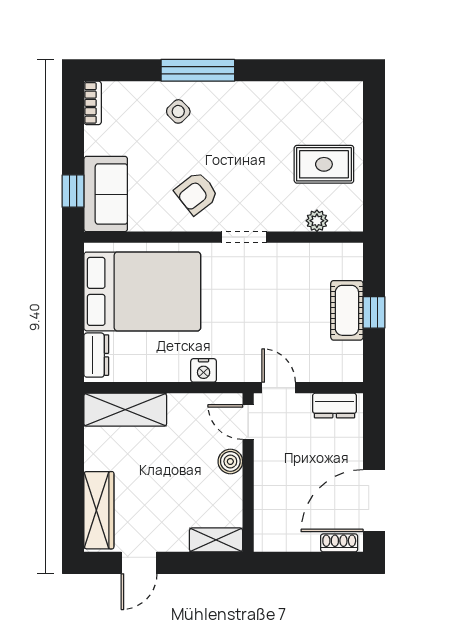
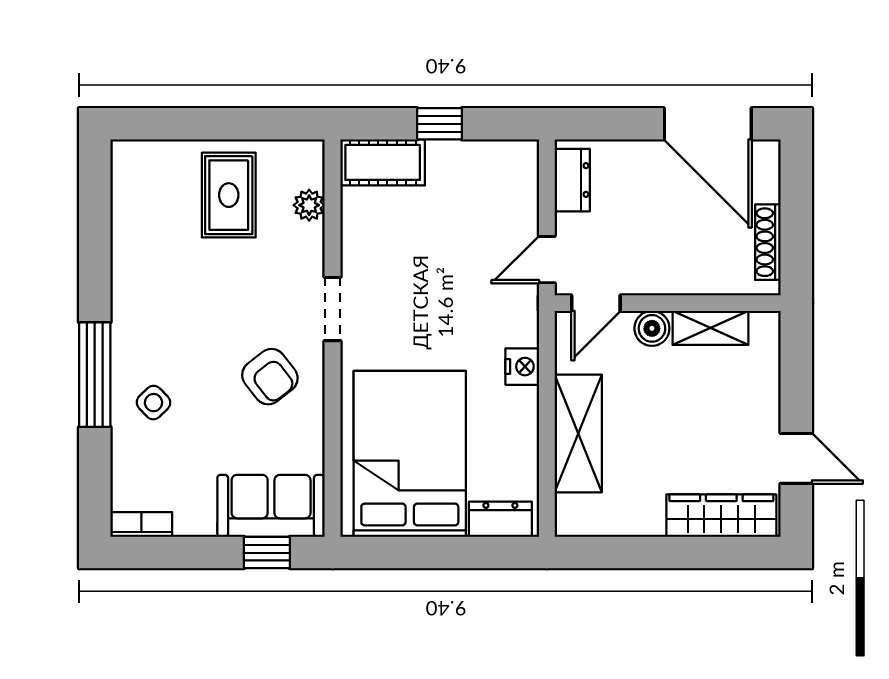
cot: (347, 310) -> (383, 162), moved
shelving: (125, 410) -> (578, 433), moved
shelving: (216, 540) -> (710, 328), moved, turned 90
shoe rack: (339, 543) -> (768, 242), moved, width x1.43

